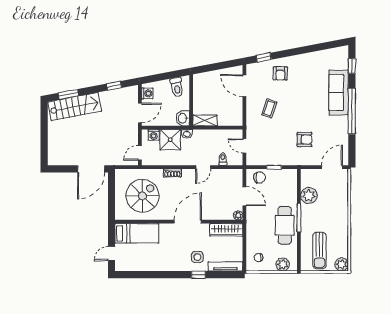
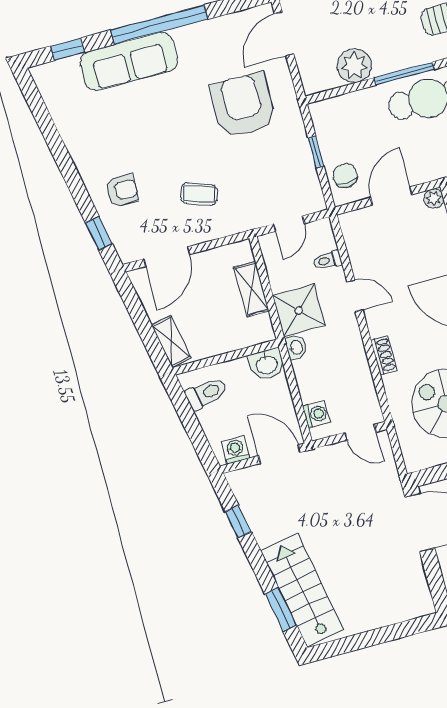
shelving: (205, 77) -> (171, 341), added
shelving: (205, 120) -> (251, 289), moved
armchair: (304, 139) -> (243, 105), width x1.88, depth x1.88
shower: (170, 140) -> (299, 310), moved
door: (332, 167) -> (284, 34), hinge flipped

